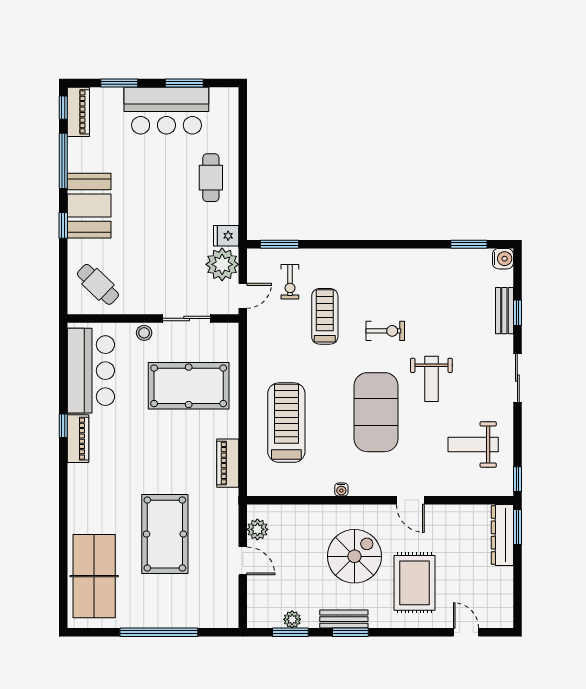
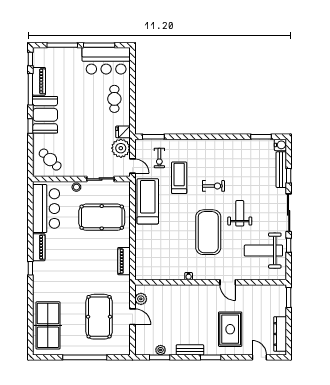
window: (119, 83) -> (62, 45), width x1.44
window: (184, 83) -> (99, 45), width x1.44
bar counter: (166, 111) -> (106, 61), moved
piano: (78, 112) -> (39, 81), moved
door: (243, 296) -> (132, 166), hinge flipped
bench: (504, 311) -> (281, 170), width x1.36
sliding door: (517, 378) -> (289, 213), width x1.37
weight bench: (431, 379) -> (240, 213), turned 180
treadmill: (286, 423) -> (148, 201), moved
window: (63, 426) -> (30, 268), moved
weight bench: (473, 444) -> (263, 251), width x1.36, depth x1.33
window: (517, 479) -> (289, 245), moved
pool table: (165, 534) -> (99, 317), moved
dresser: (502, 535) -> (280, 334), moved
spiral stairs: (354, 556) -> (196, 314), removed
window: (350, 632) -> (211, 357), moved

